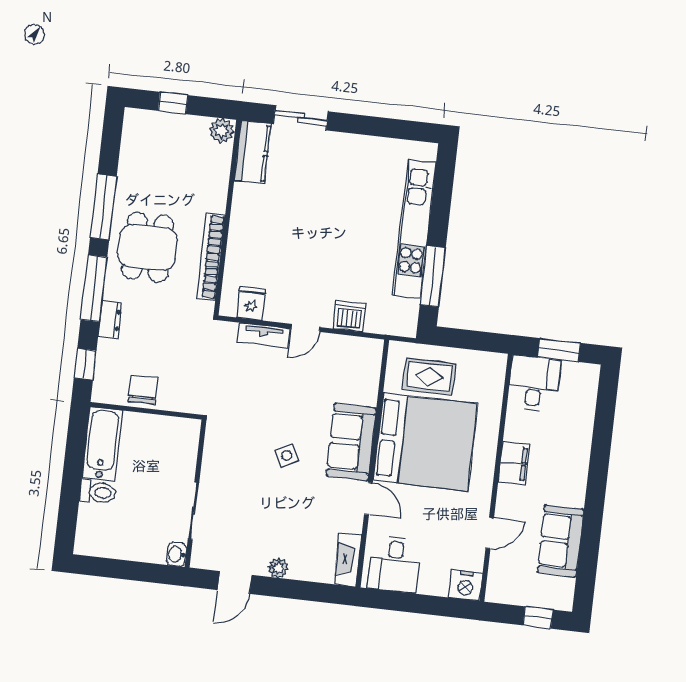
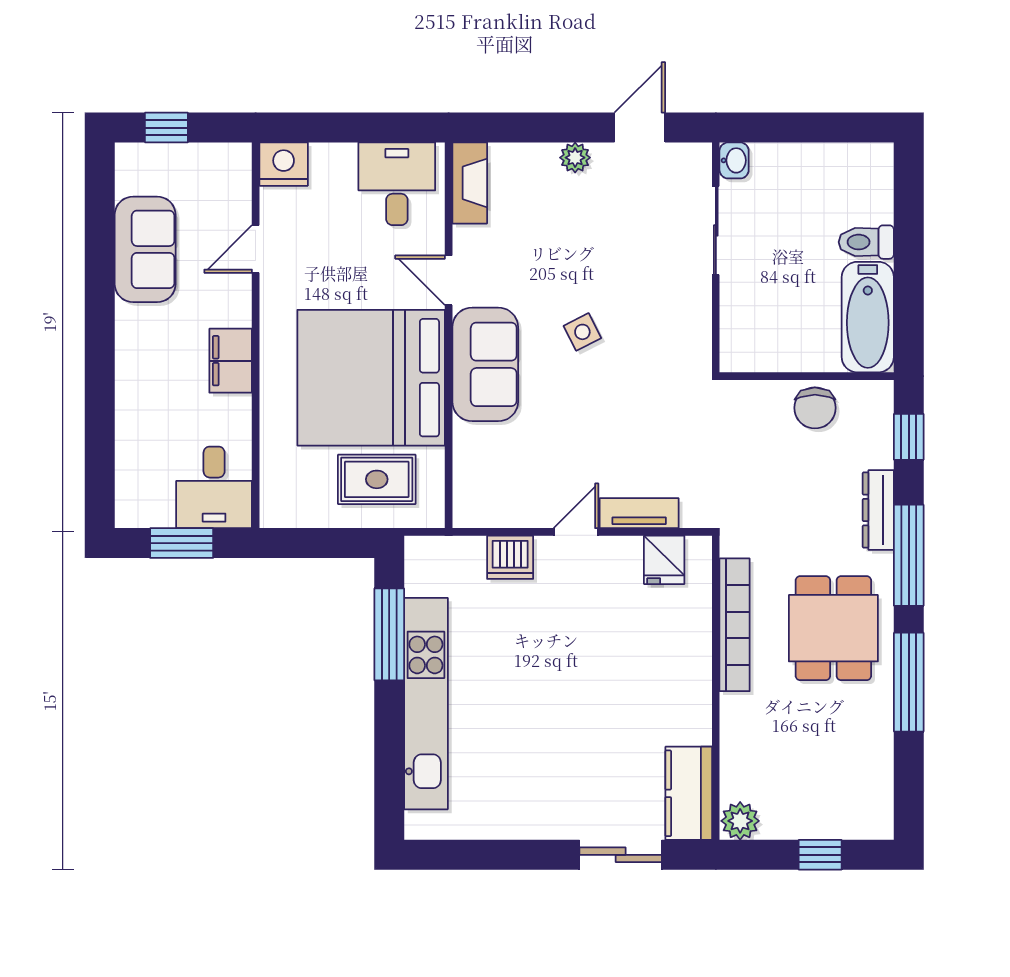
dresser: (110, 320) -> (878, 510), width x1.44

